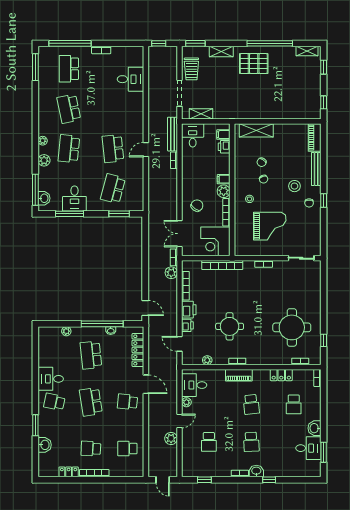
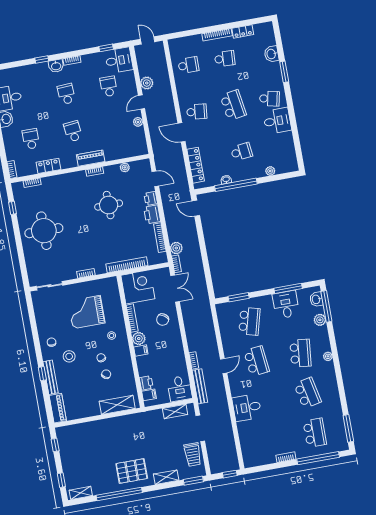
trolley: (191, 69) -> (193, 454), turned 180
desk: (131, 79) -> (247, 408), moved
plant: (44, 160) -> (320, 320), moved
window: (324, 200) -> (42, 374), moved
round table: (292, 327) -> (44, 231), moved
school desk: (91, 355) -> (241, 152), width x0.54
desk: (194, 385) -> (119, 60), moved

